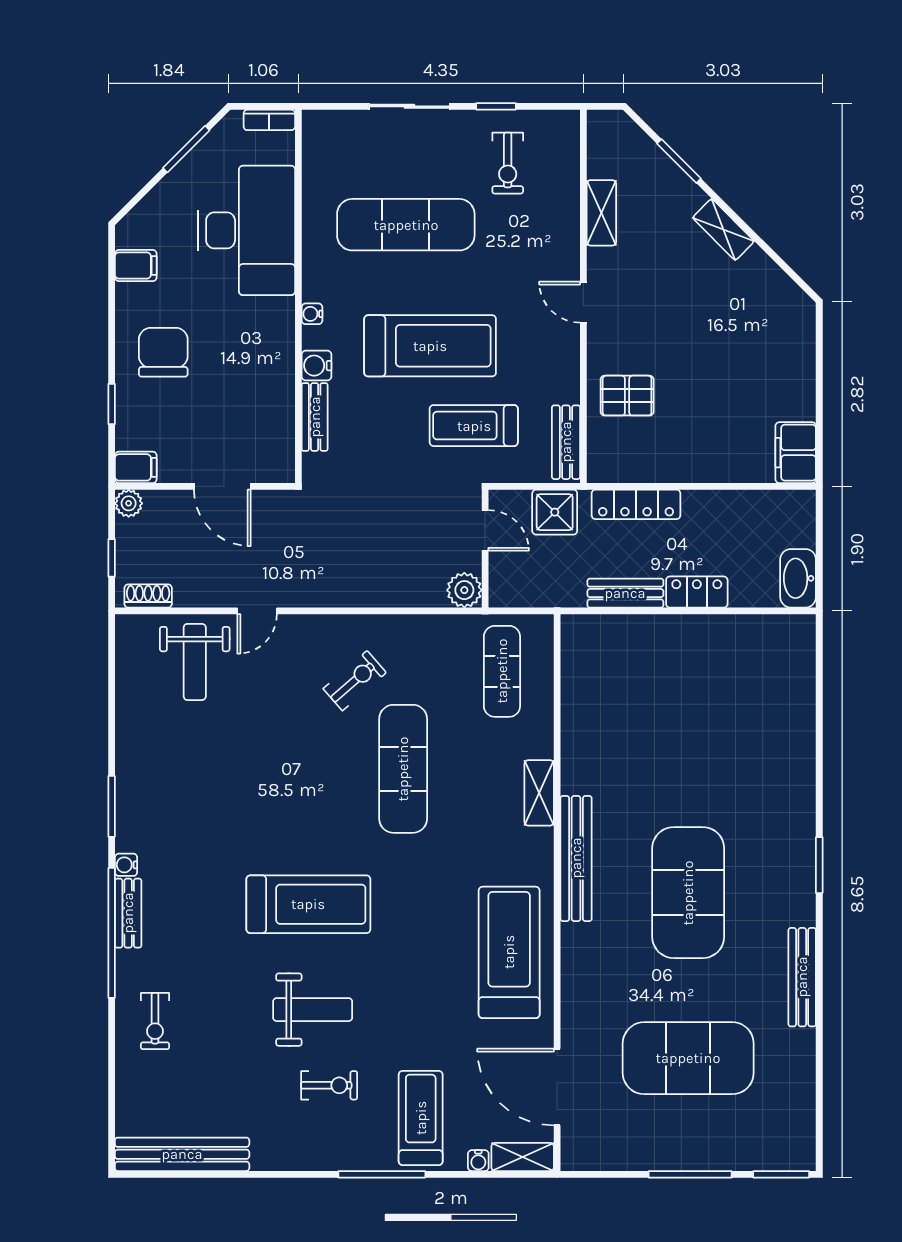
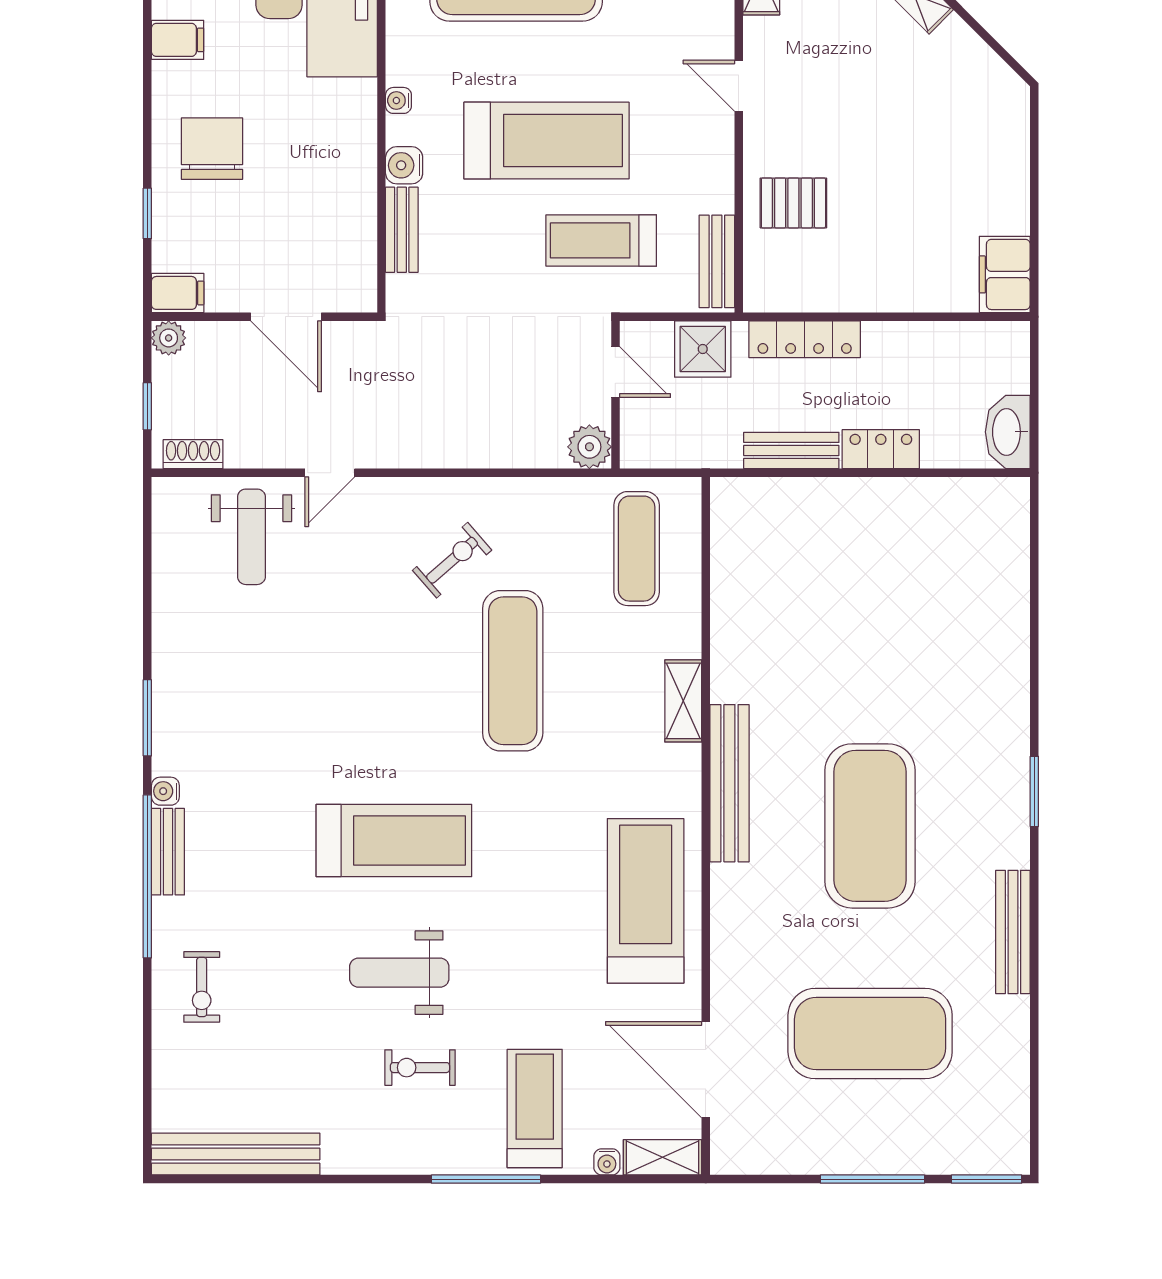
weight bench: (313, 1010) -> (399, 973), turned 180
exercise bike: (329, 1085) -> (420, 1068), turned 180

